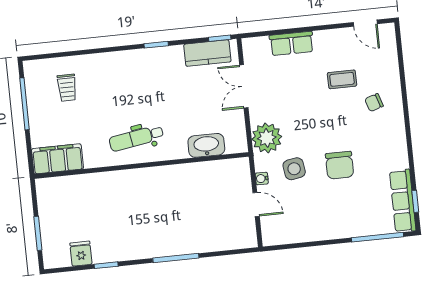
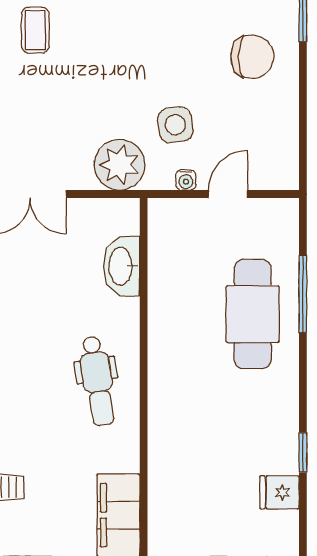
chair: (340, 165) -> (252, 57), moved
cafe table: (186, 227) -> (253, 314), added
window: (176, 258) -> (303, 294), moved

